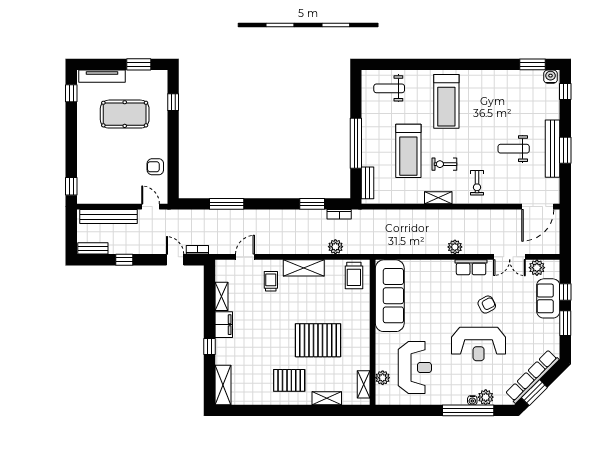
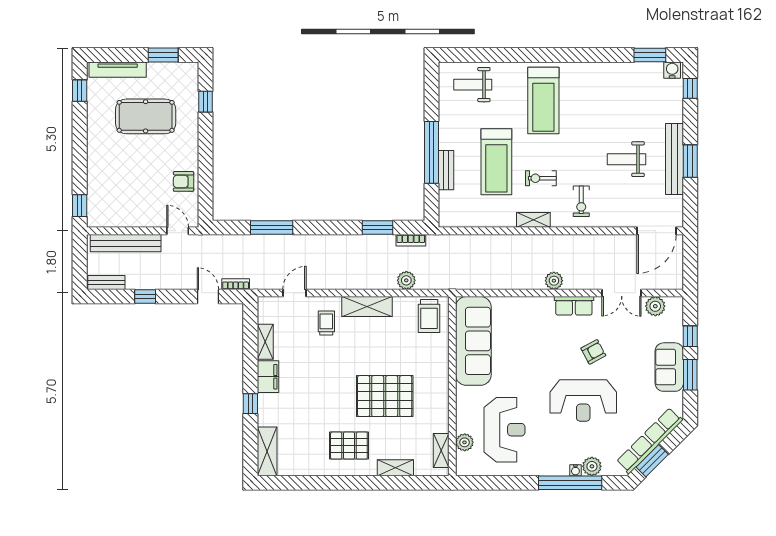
bench: (368, 183) -> (446, 170), moved
sofa: (548, 298) -> (669, 367), moved

